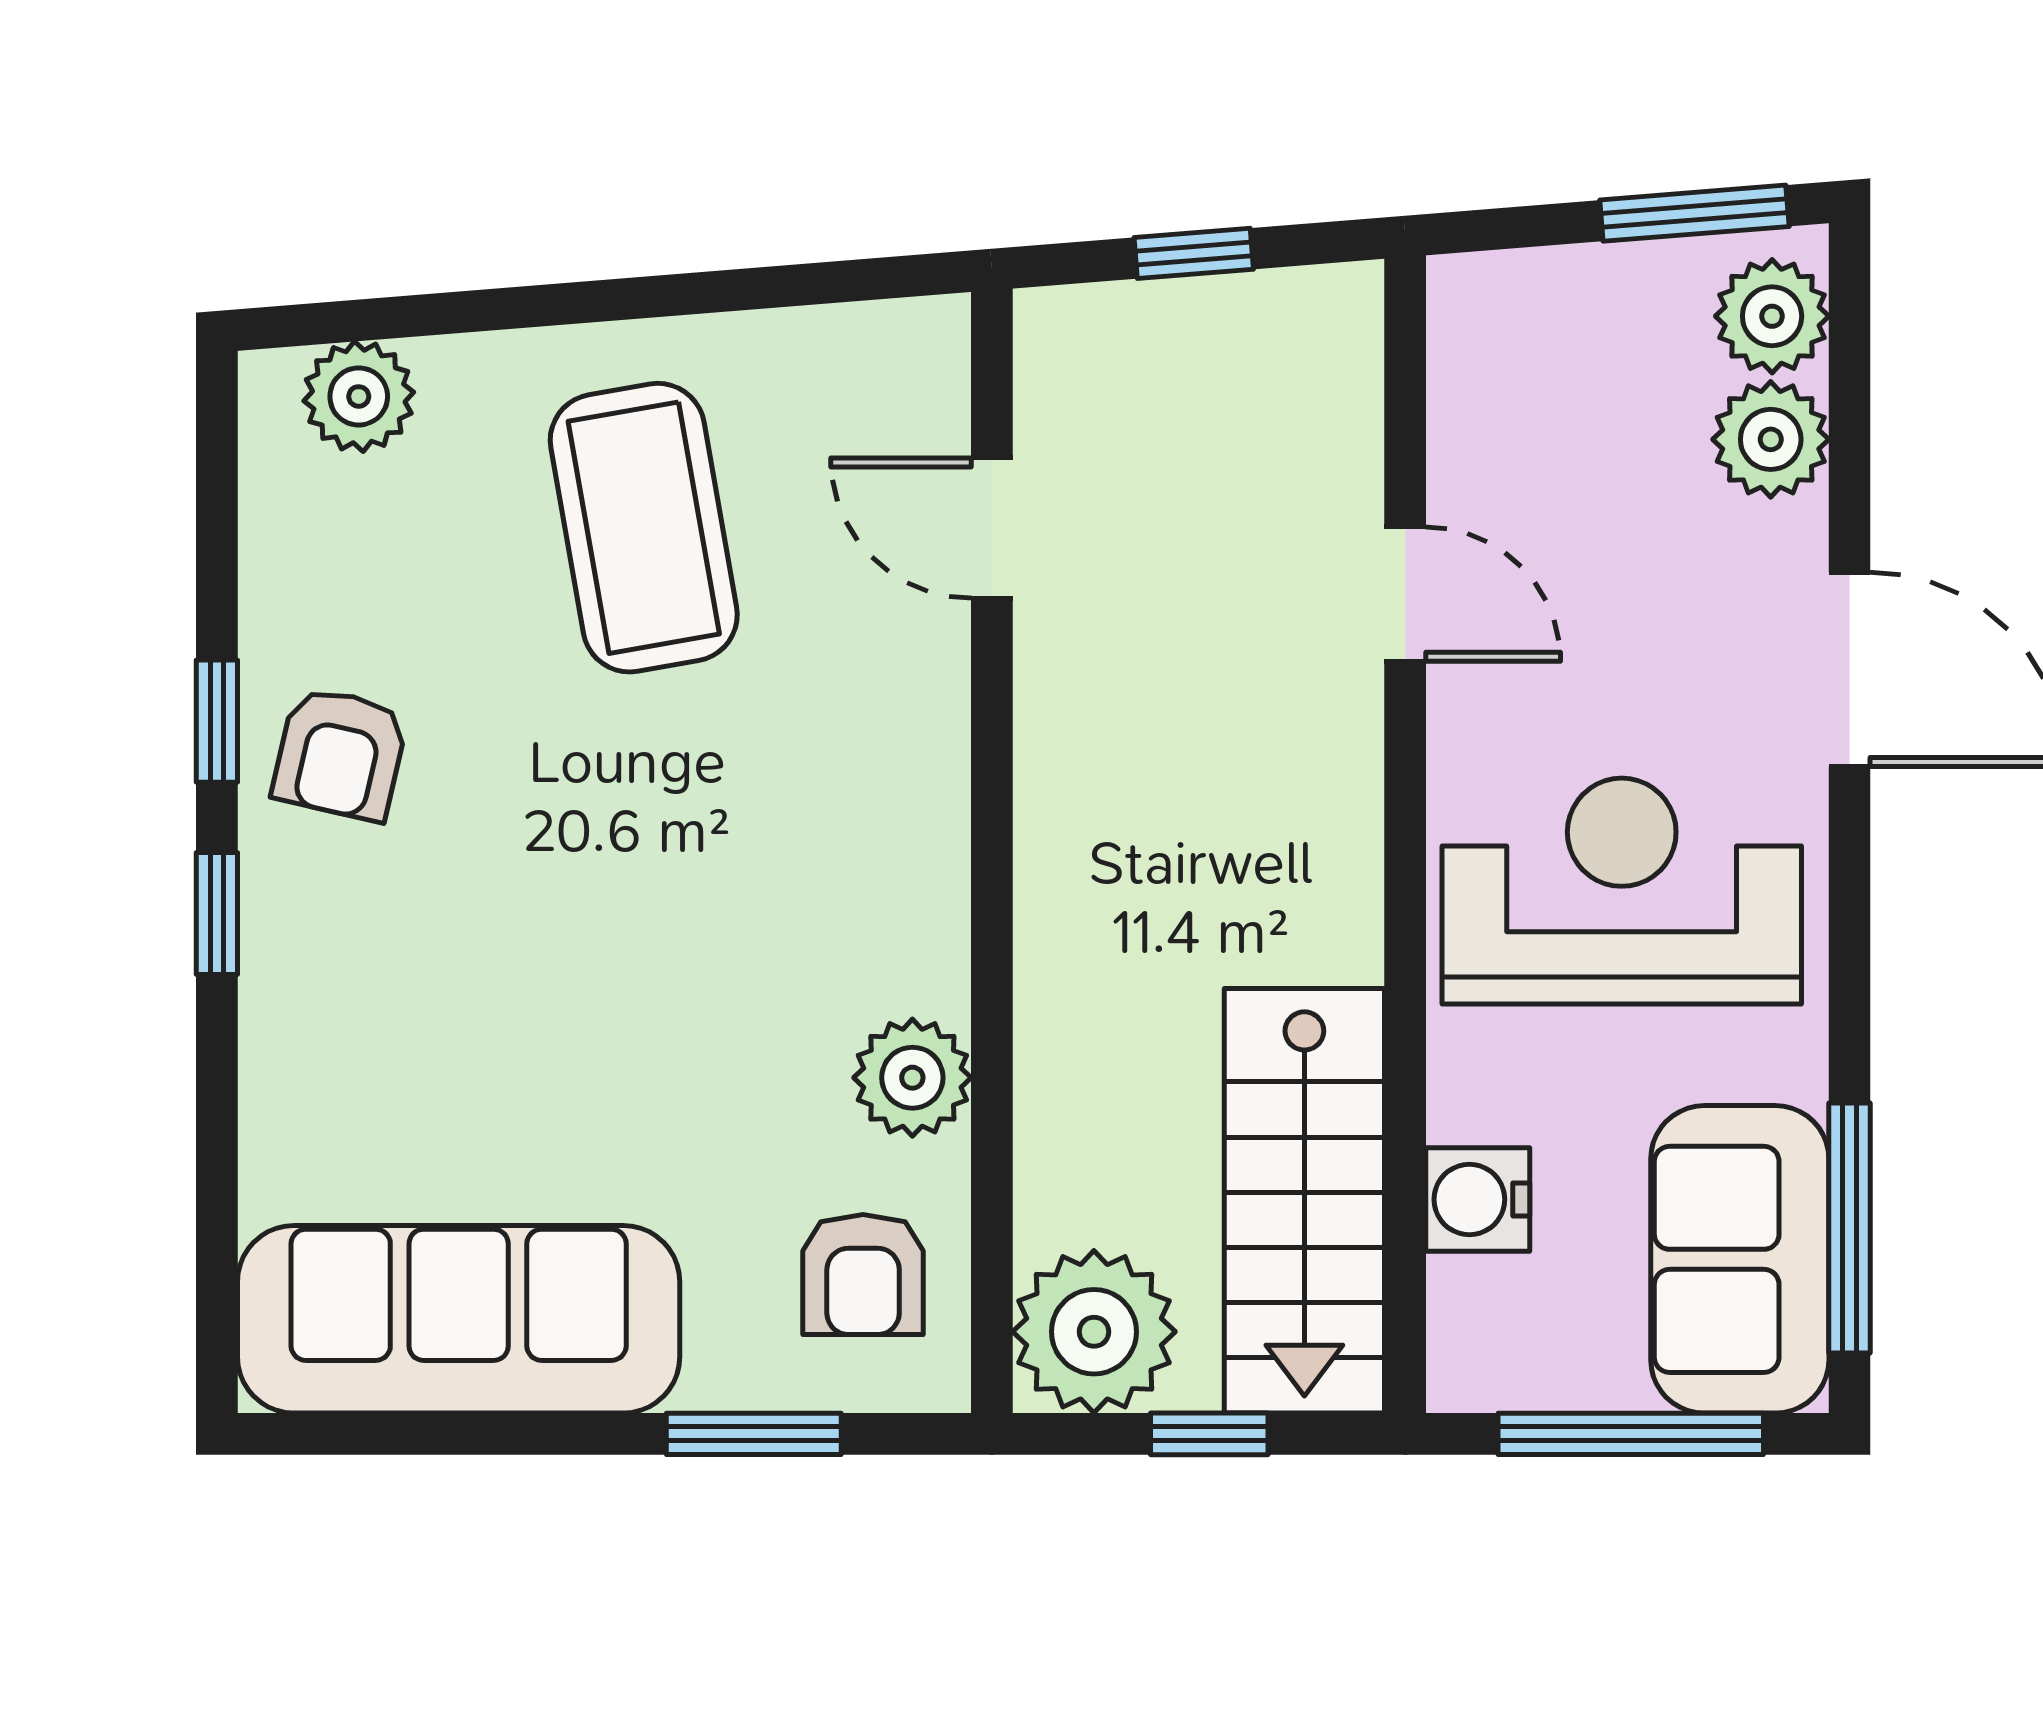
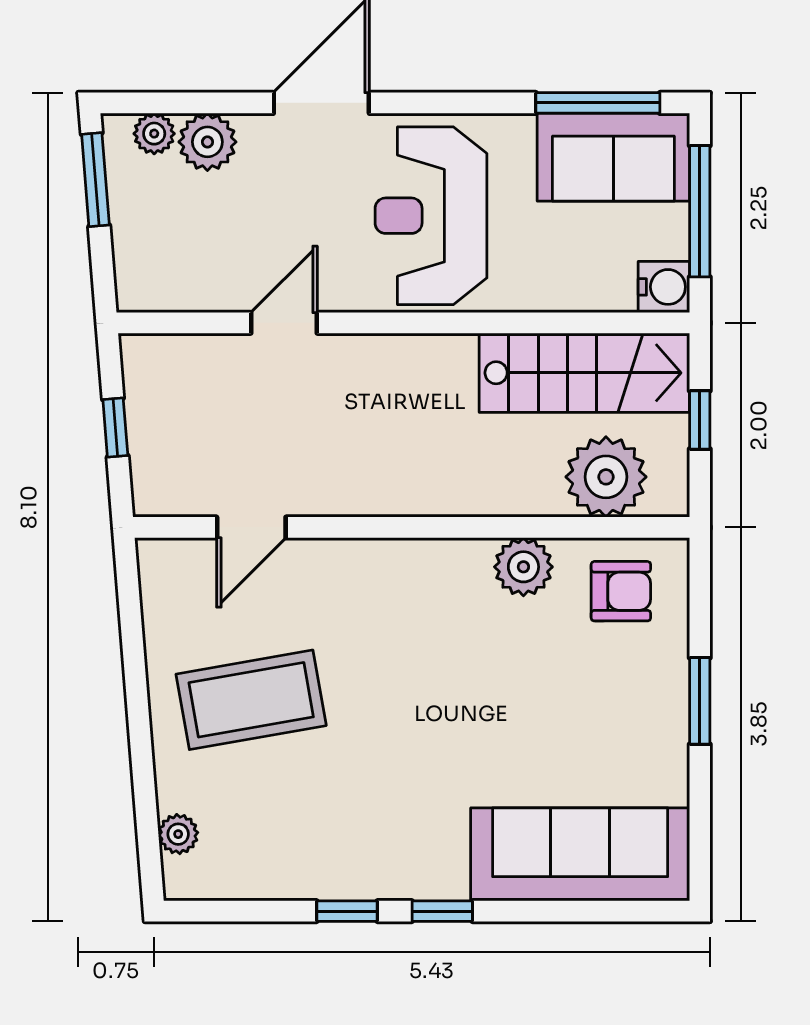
plant: (1772, 316) -> (154, 134), width x0.73, depth x0.73
plant: (359, 396) -> (178, 834), width x0.73, depth x0.73
armchair: (340, 754) -> (363, 850), removed
water cooler: (1478, 1199) -> (664, 287), moved, turned -90
sofa: (459, 1319) -> (580, 854), moved, turned 90
plant: (1094, 1332) -> (606, 477), moved
window: (754, 1434) -> (700, 701), moved

